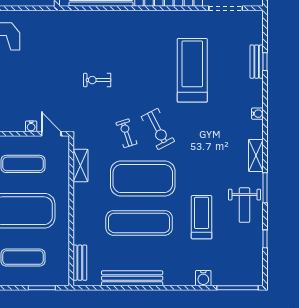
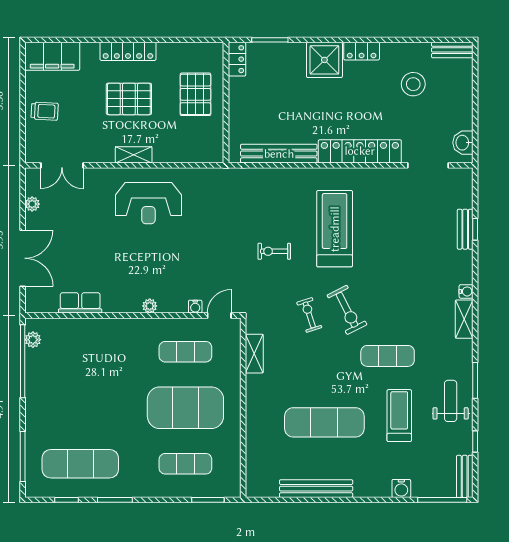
treadmill: (192, 70) -> (335, 229), moved
door: (51, 134) -> (219, 316), hinge flipped
shelving: (256, 155) -> (464, 319), moved
exercise mat: (143, 179) -> (388, 356), moved, width x0.50, depth x0.69
weight bench: (244, 205) -> (451, 401), turned 180
bench: (80, 263) -> (465, 476), moved

